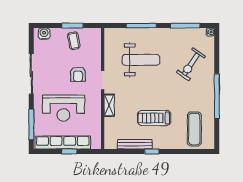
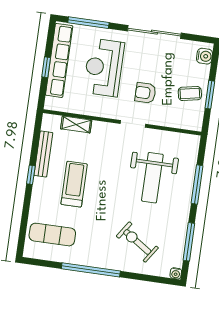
shelving: (109, 105) -> (76, 124), moved

